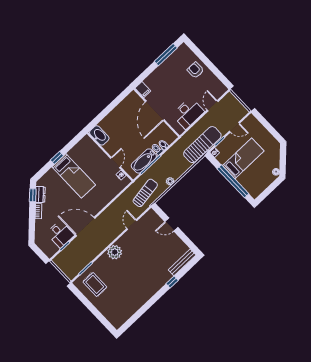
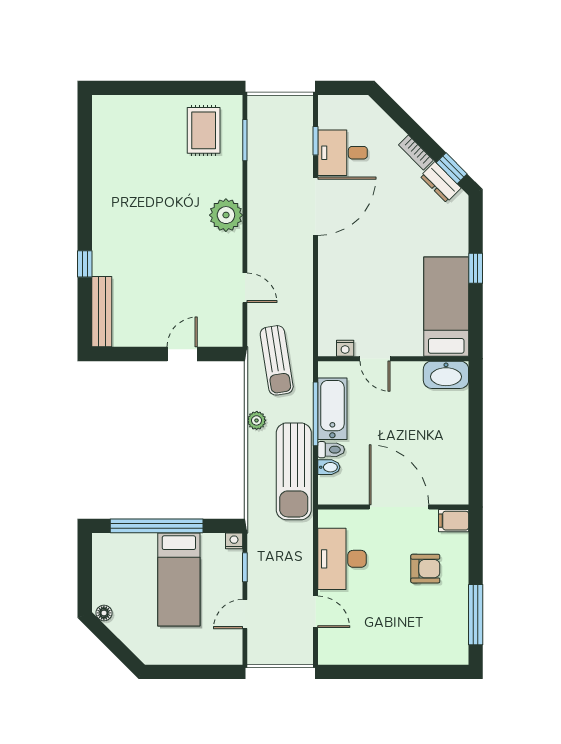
armchair: (196, 70) -> (425, 569), moved
sun lounger: (202, 145) -> (294, 471), moved
bed: (74, 176) -> (446, 307), moved, turned 90
rug: (95, 284) -> (204, 130), turned 90

